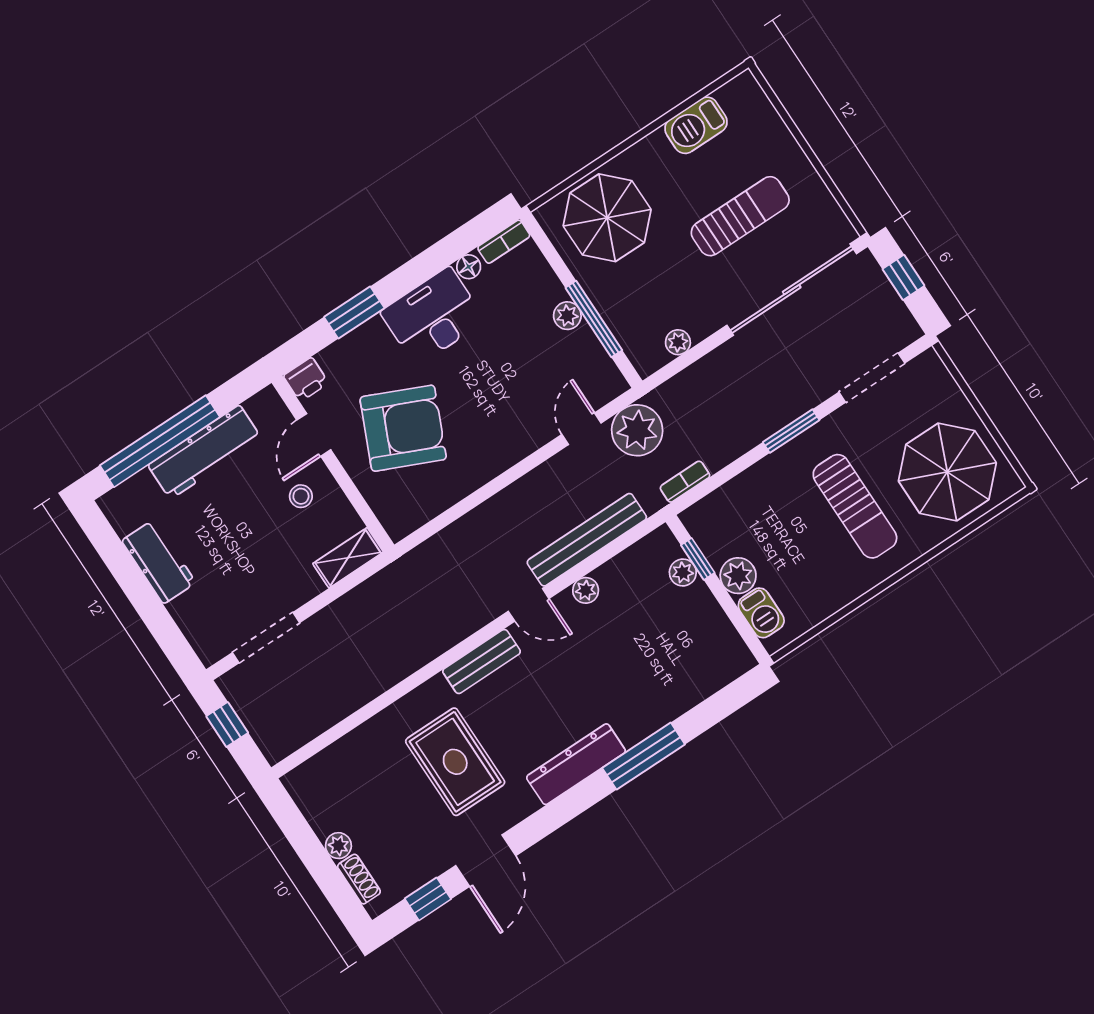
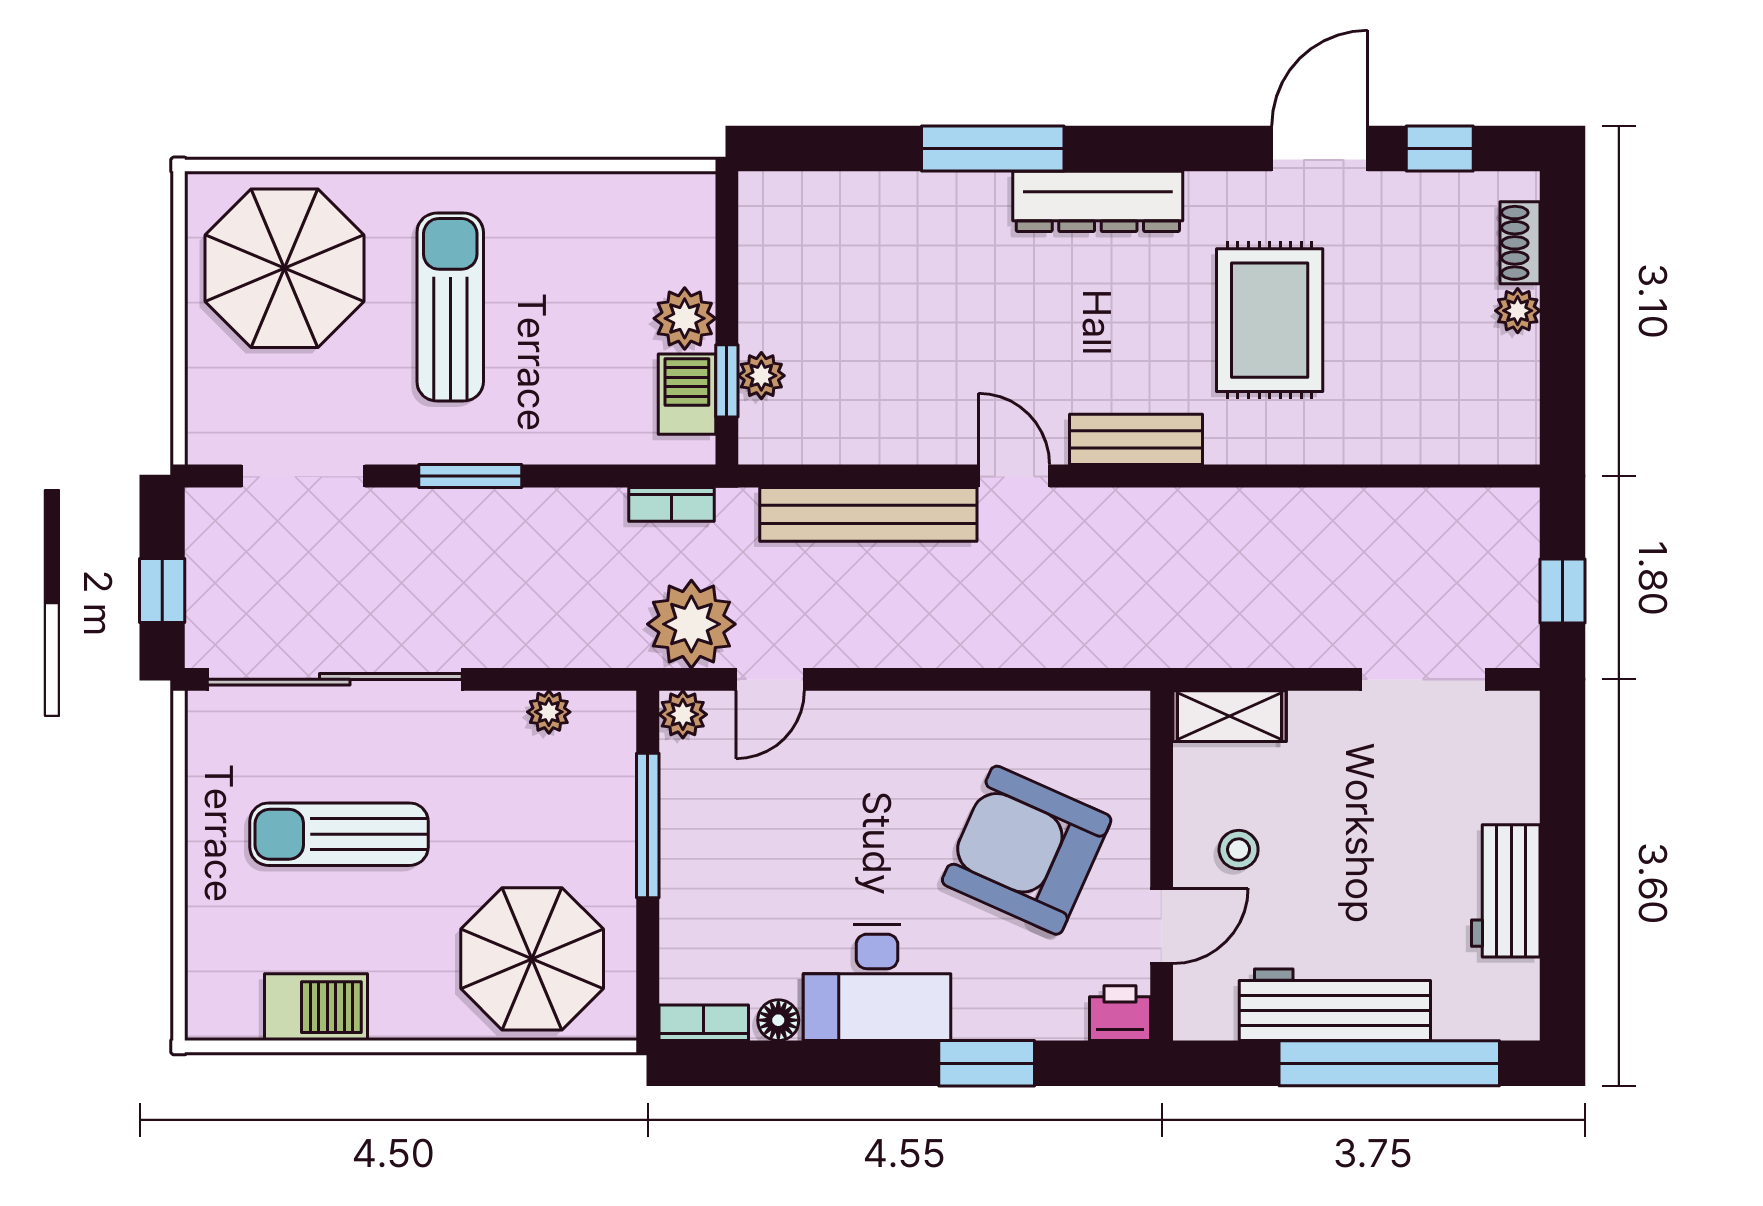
plant: (567, 316) -> (683, 714), moved
plant: (586, 590) -> (918, 443), removed
barbecue: (761, 613) -> (687, 394), moved

